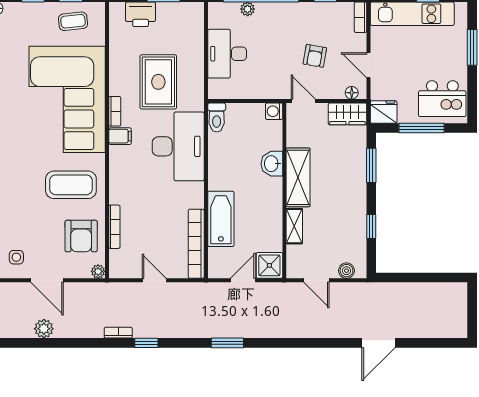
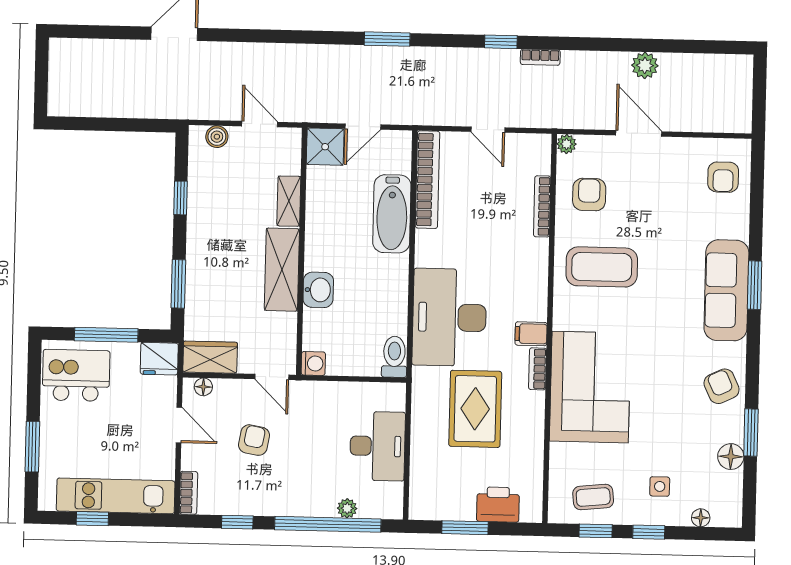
corner sofa: (67, 99) -> (590, 387), width x0.73, depth x0.74
armchair: (81, 236) -> (589, 195), width x0.72, depth x0.72
side table: (16, 257) -> (660, 486), moved

